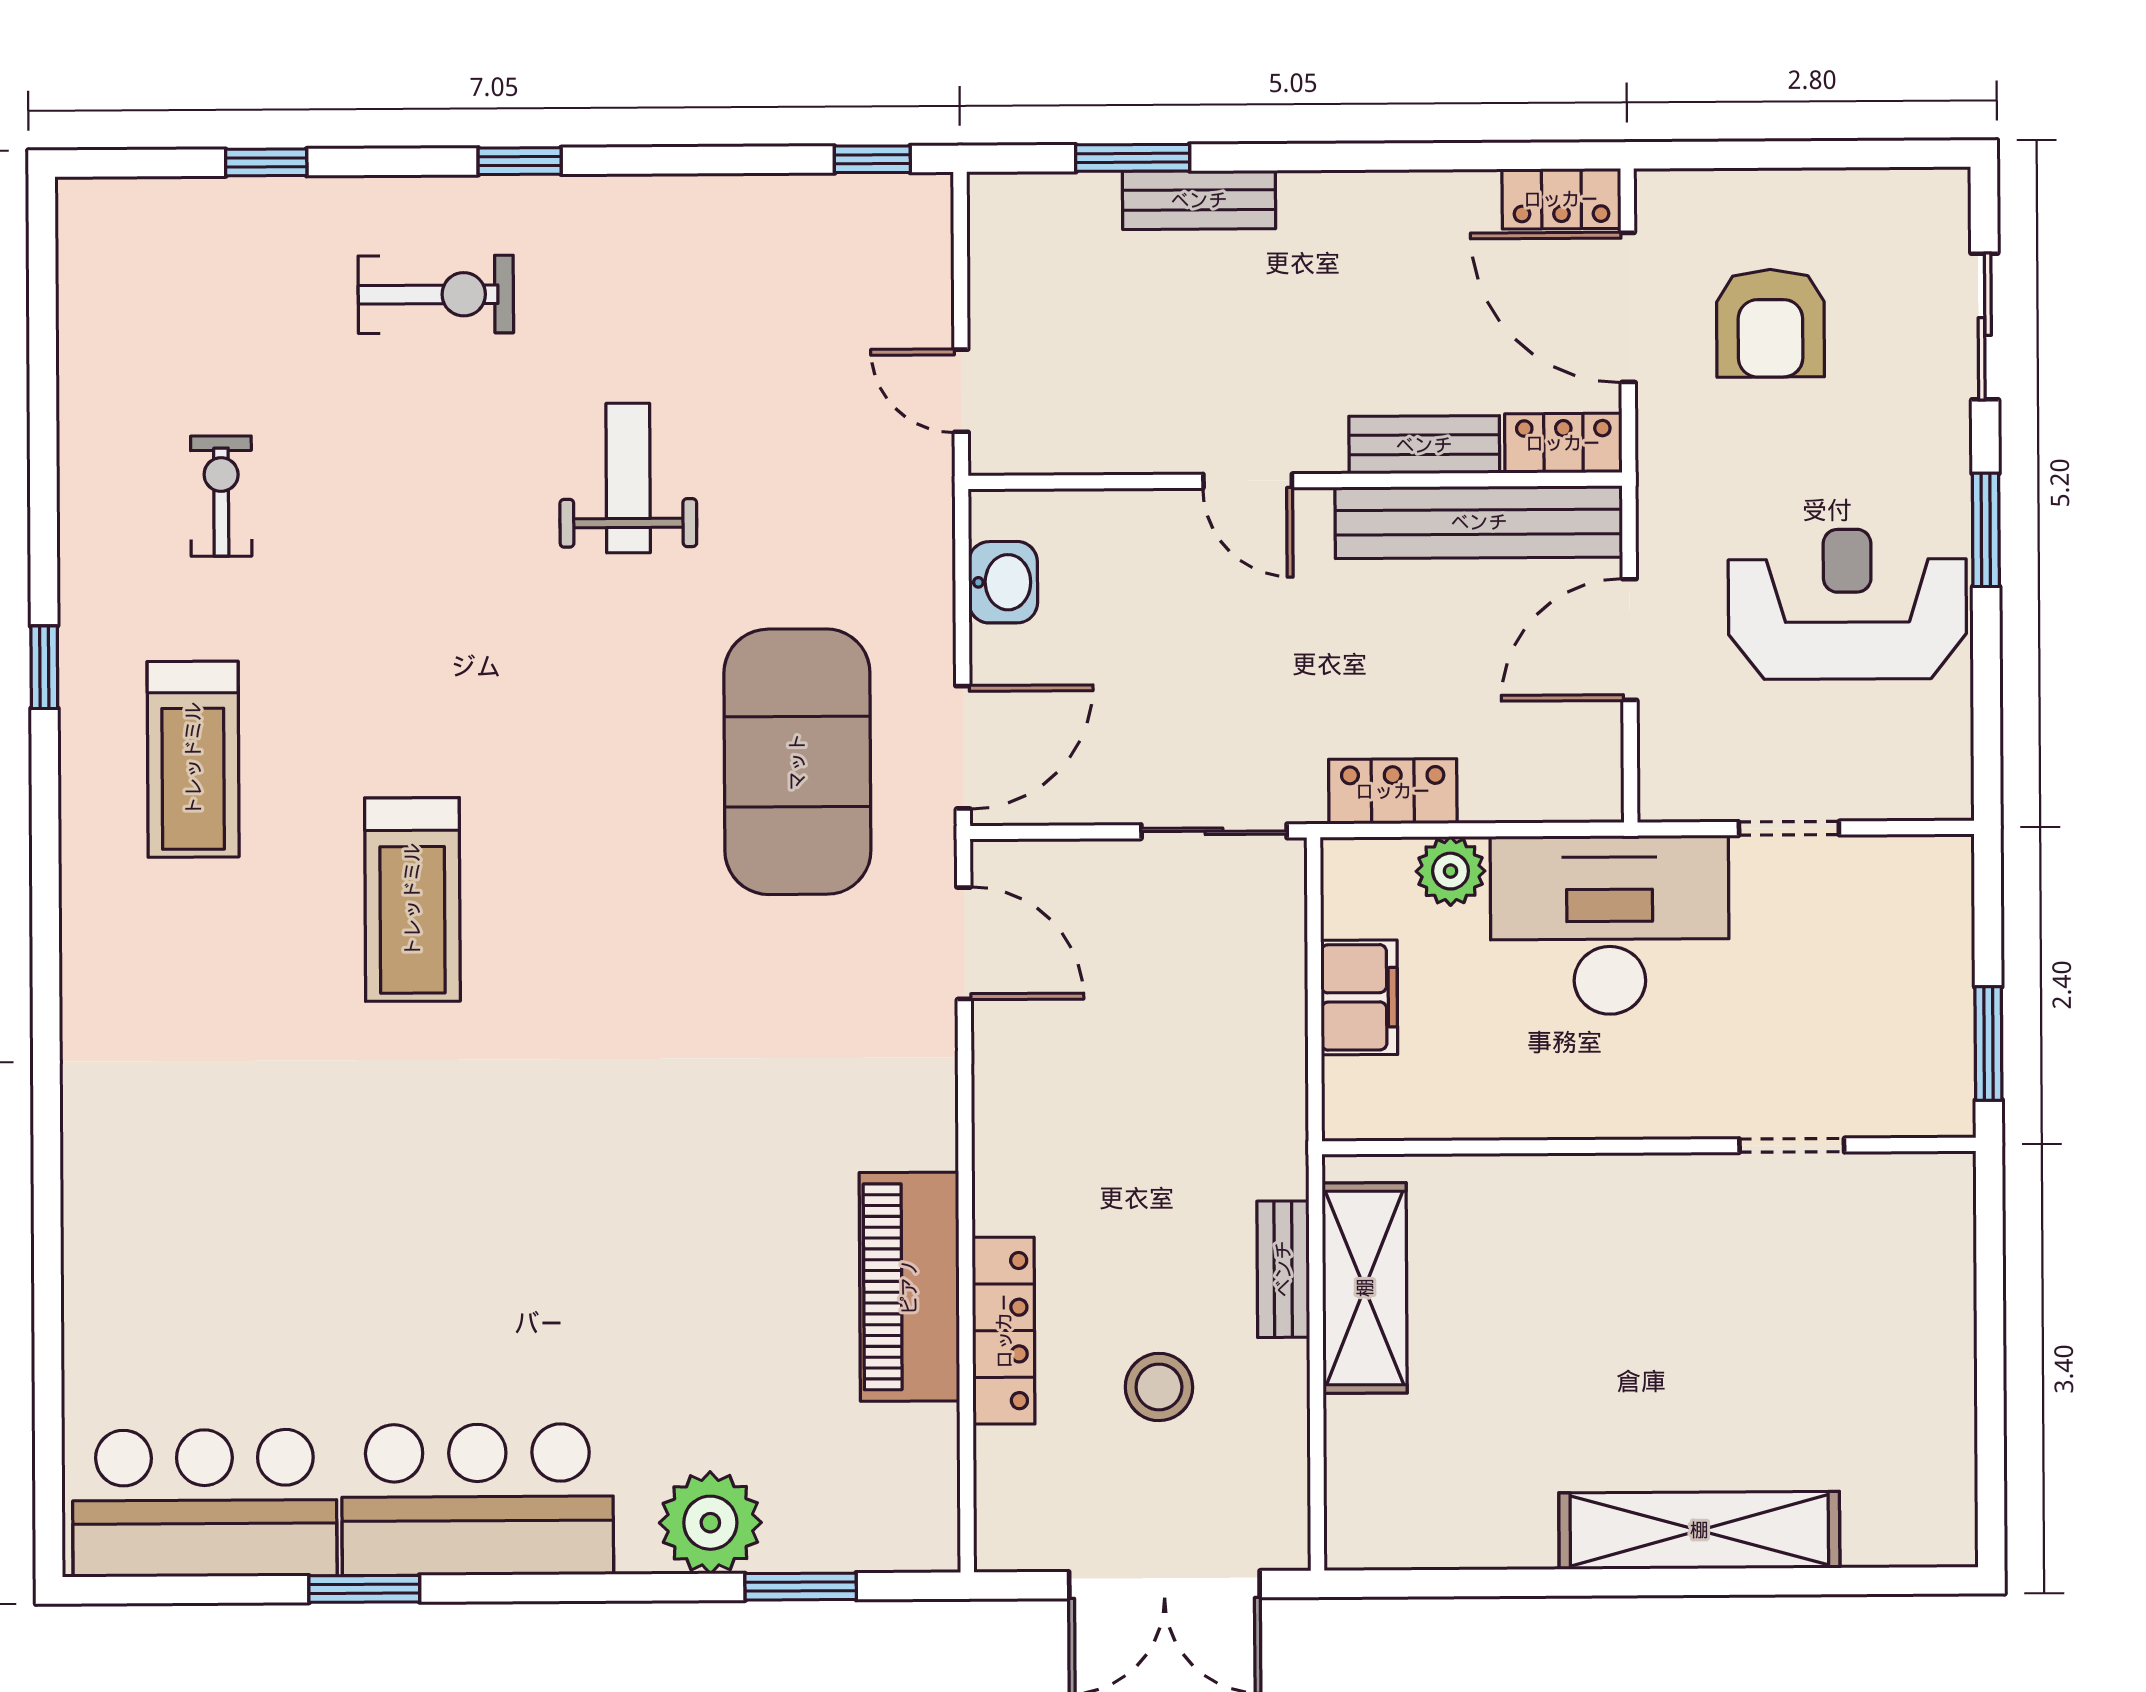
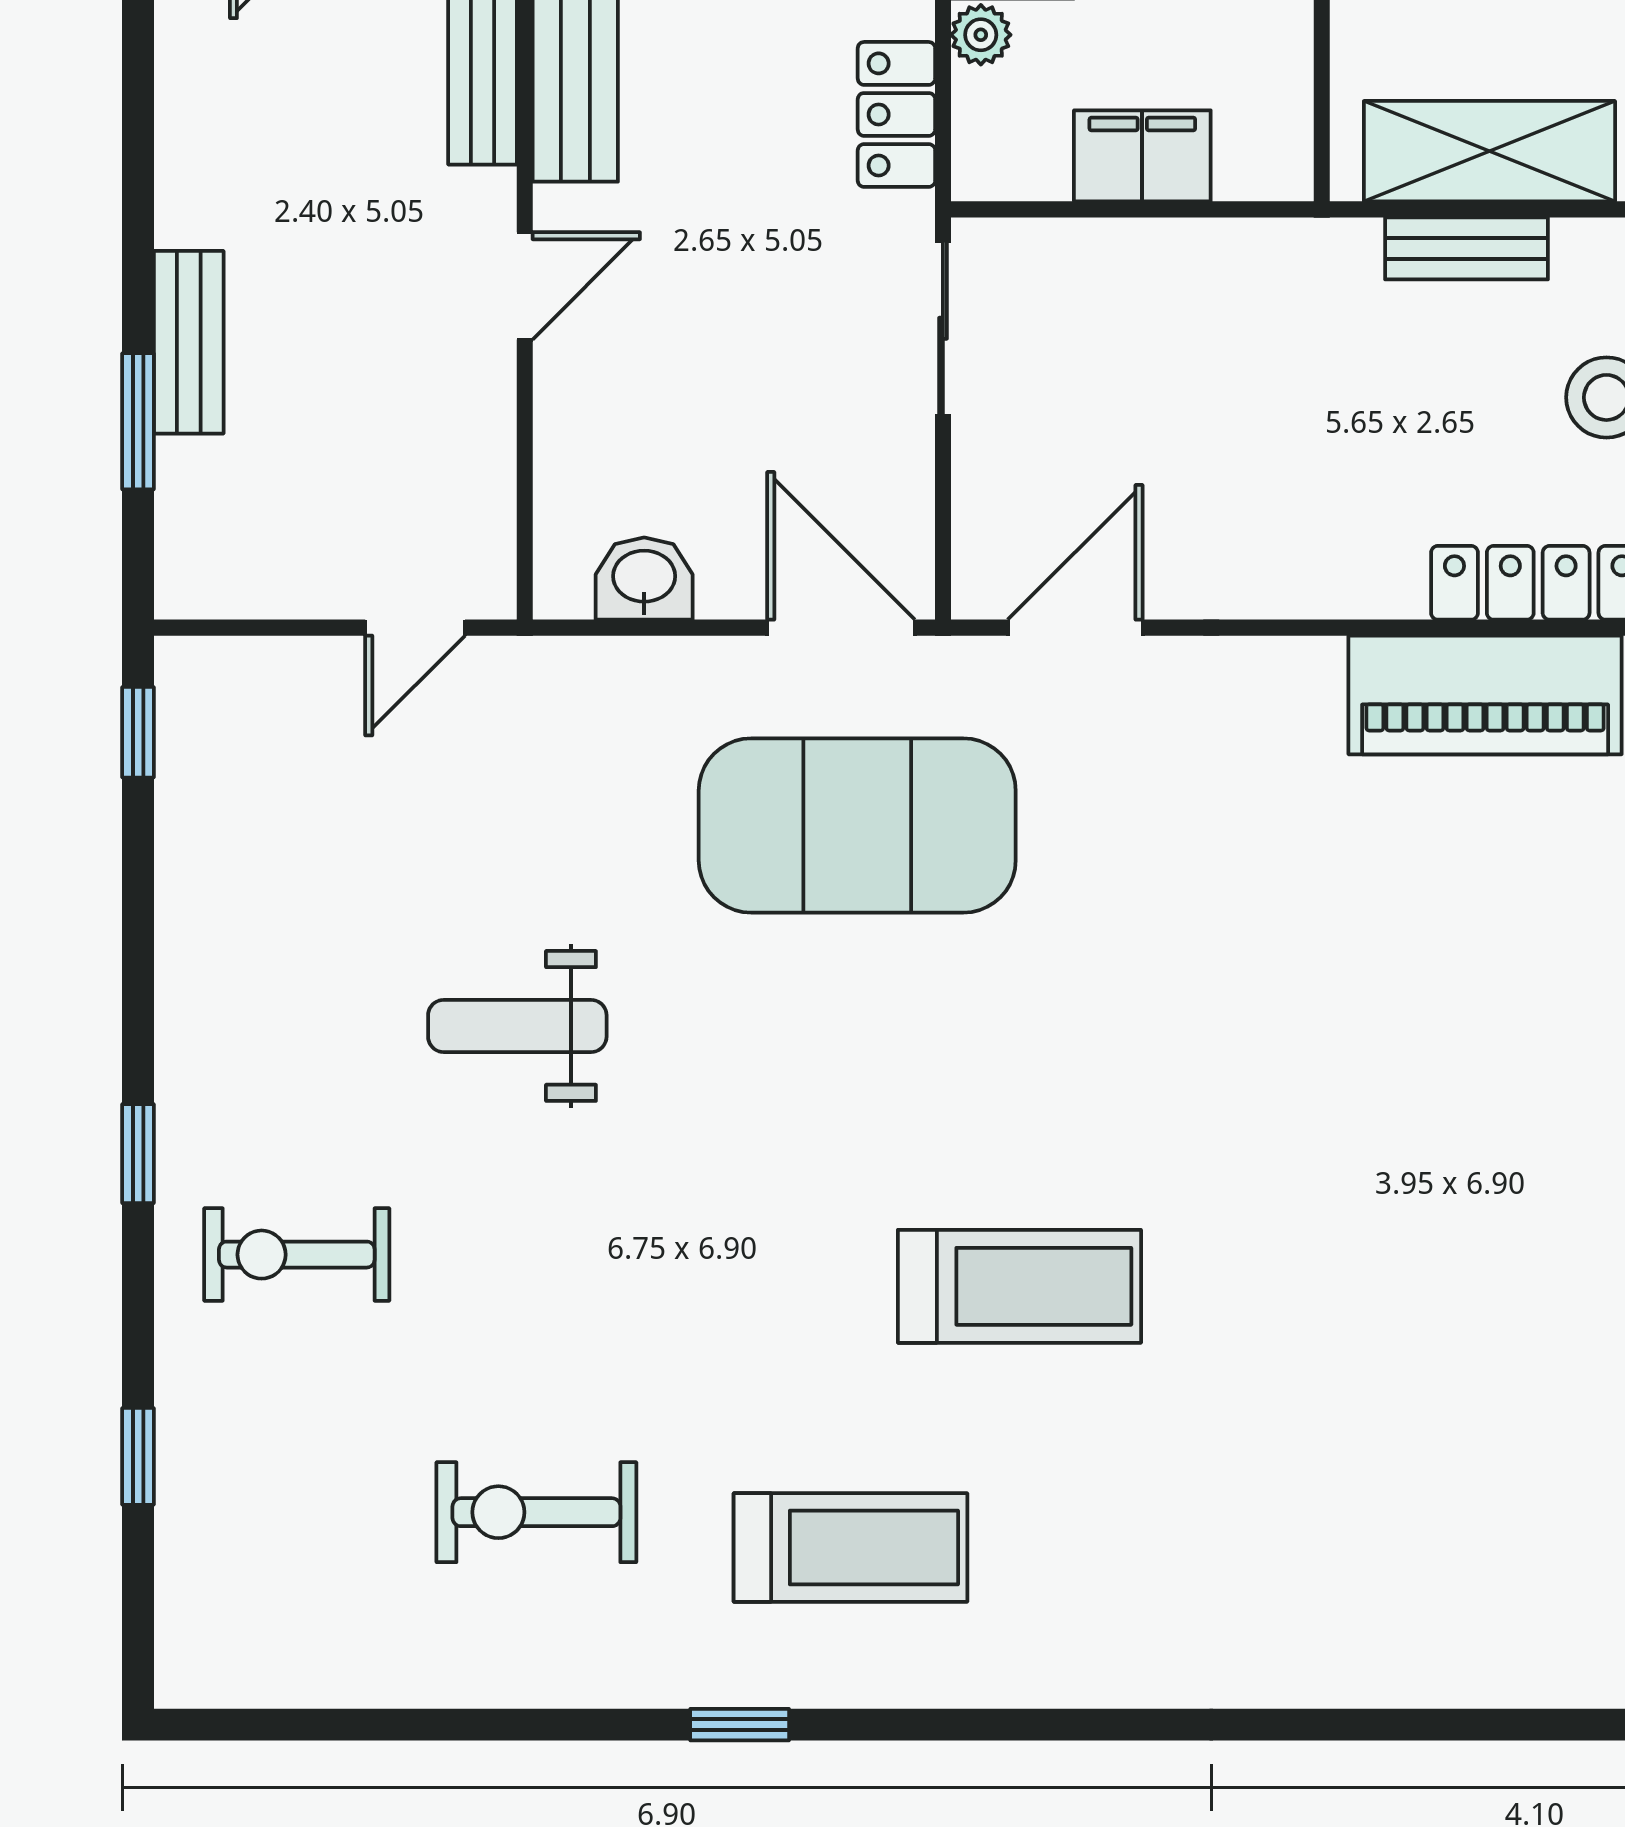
exercise bike: (436, 294) -> (297, 1255), turned -90
exercise bike: (221, 496) -> (536, 1512), width x1.38, depth x1.39
plant: (1451, 871) -> (981, 35), width x0.73, depth x0.73

